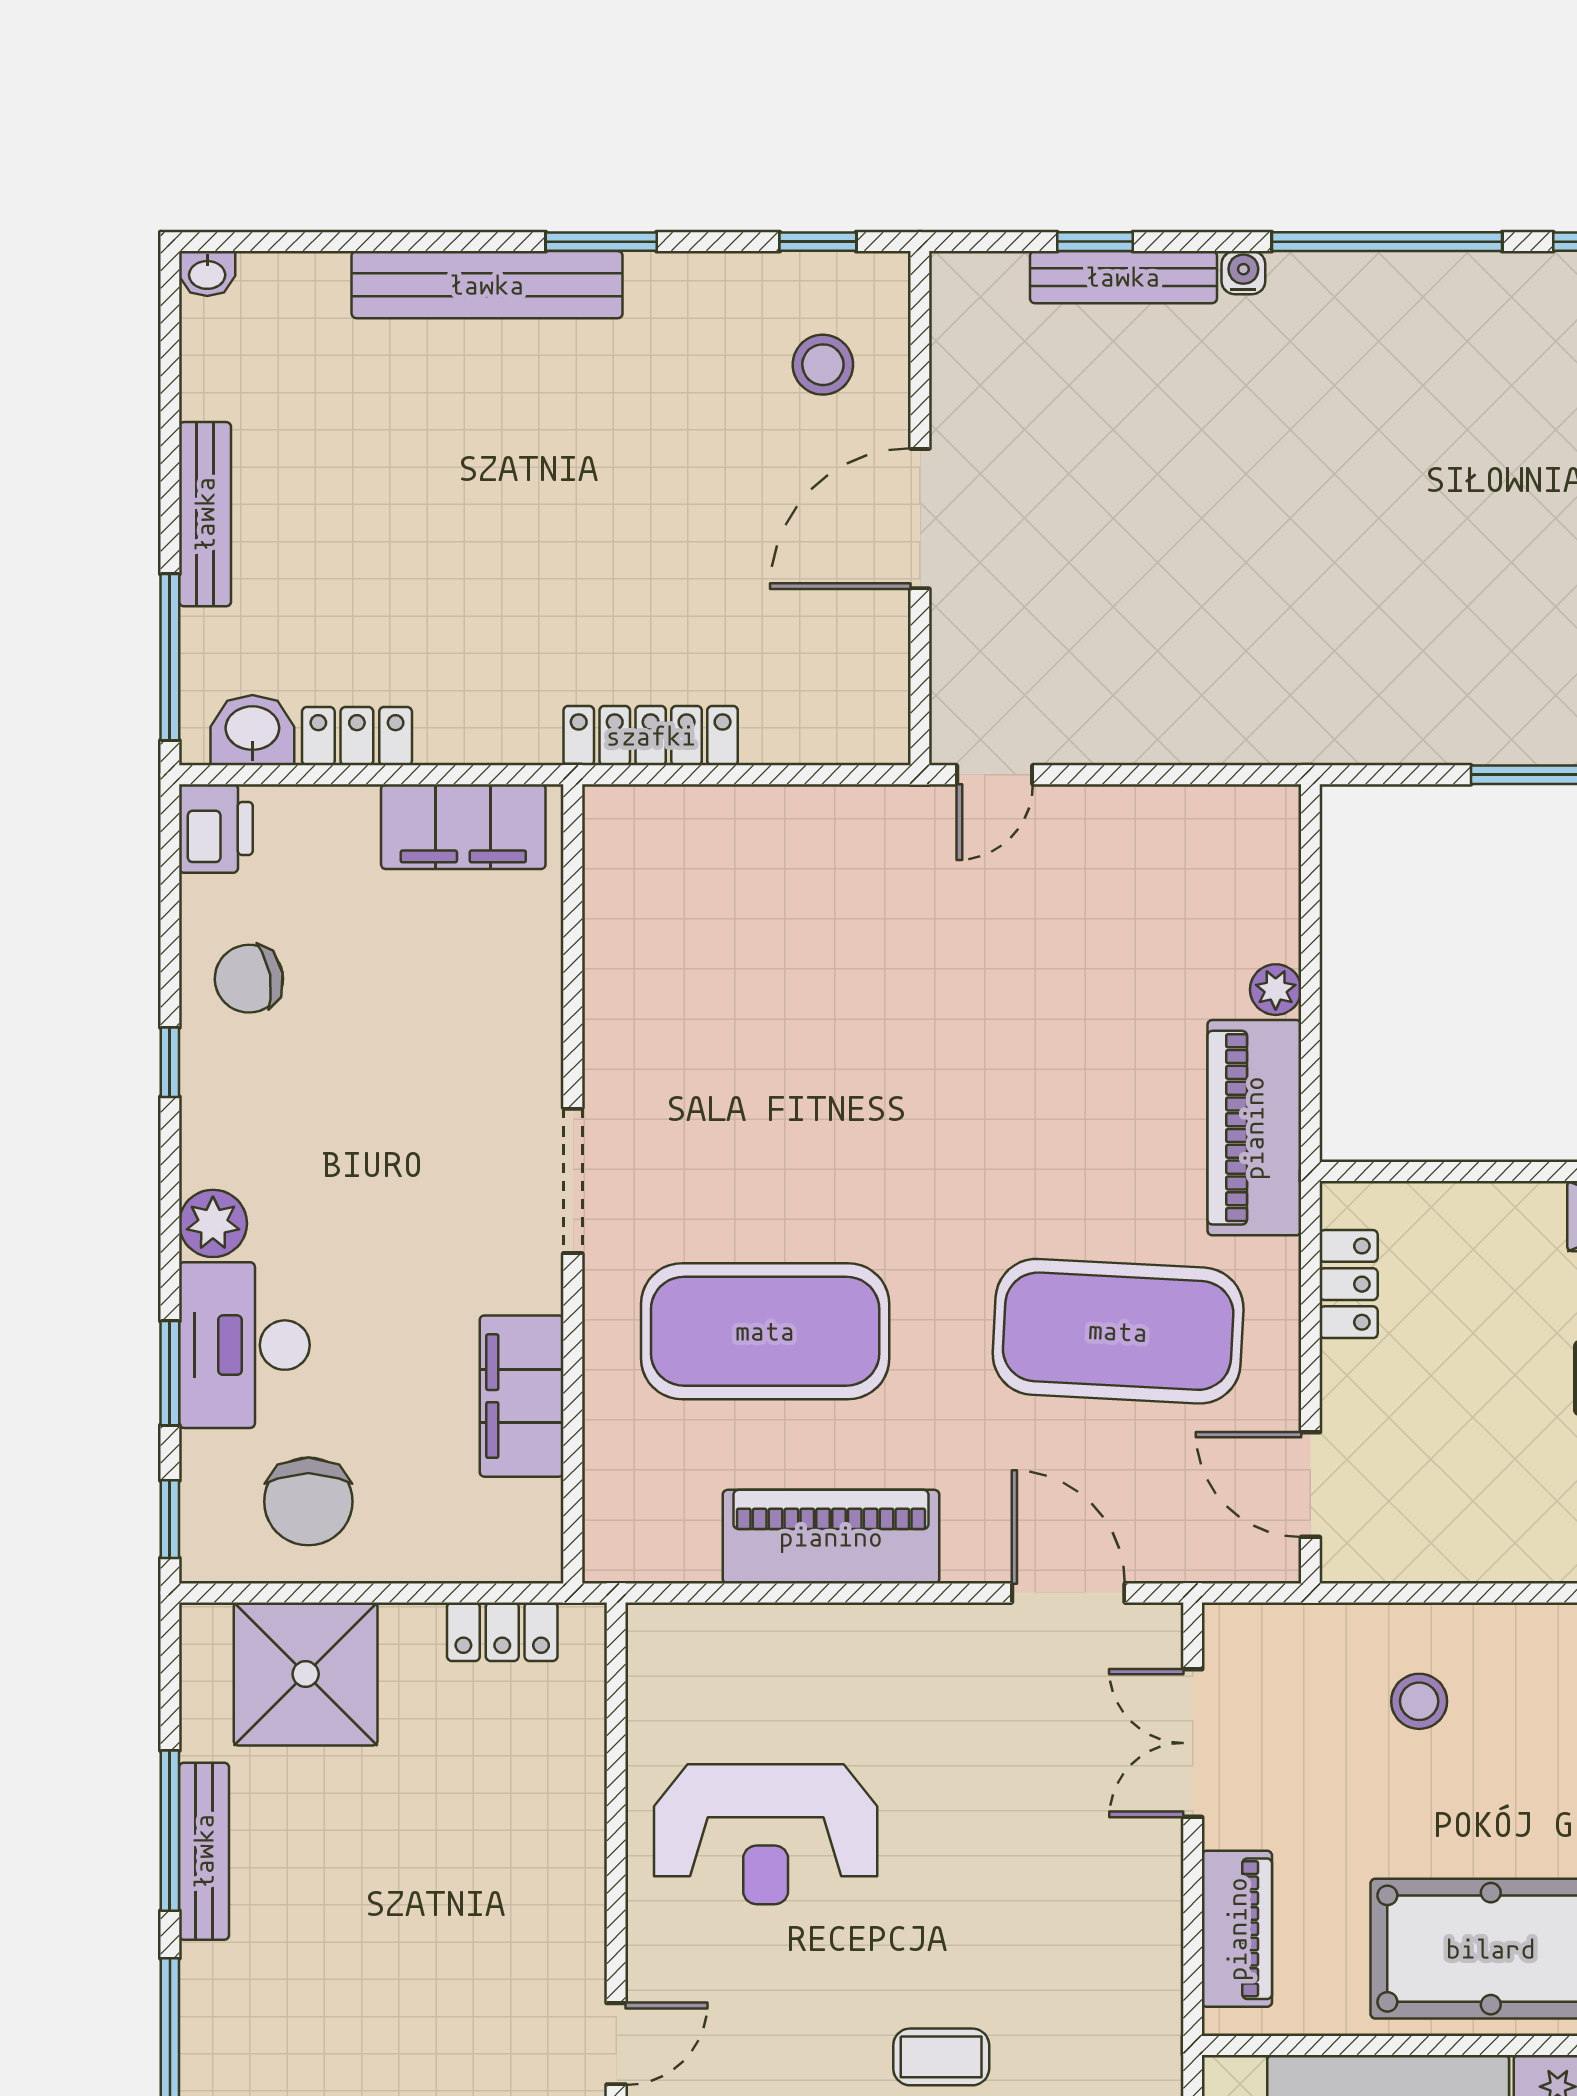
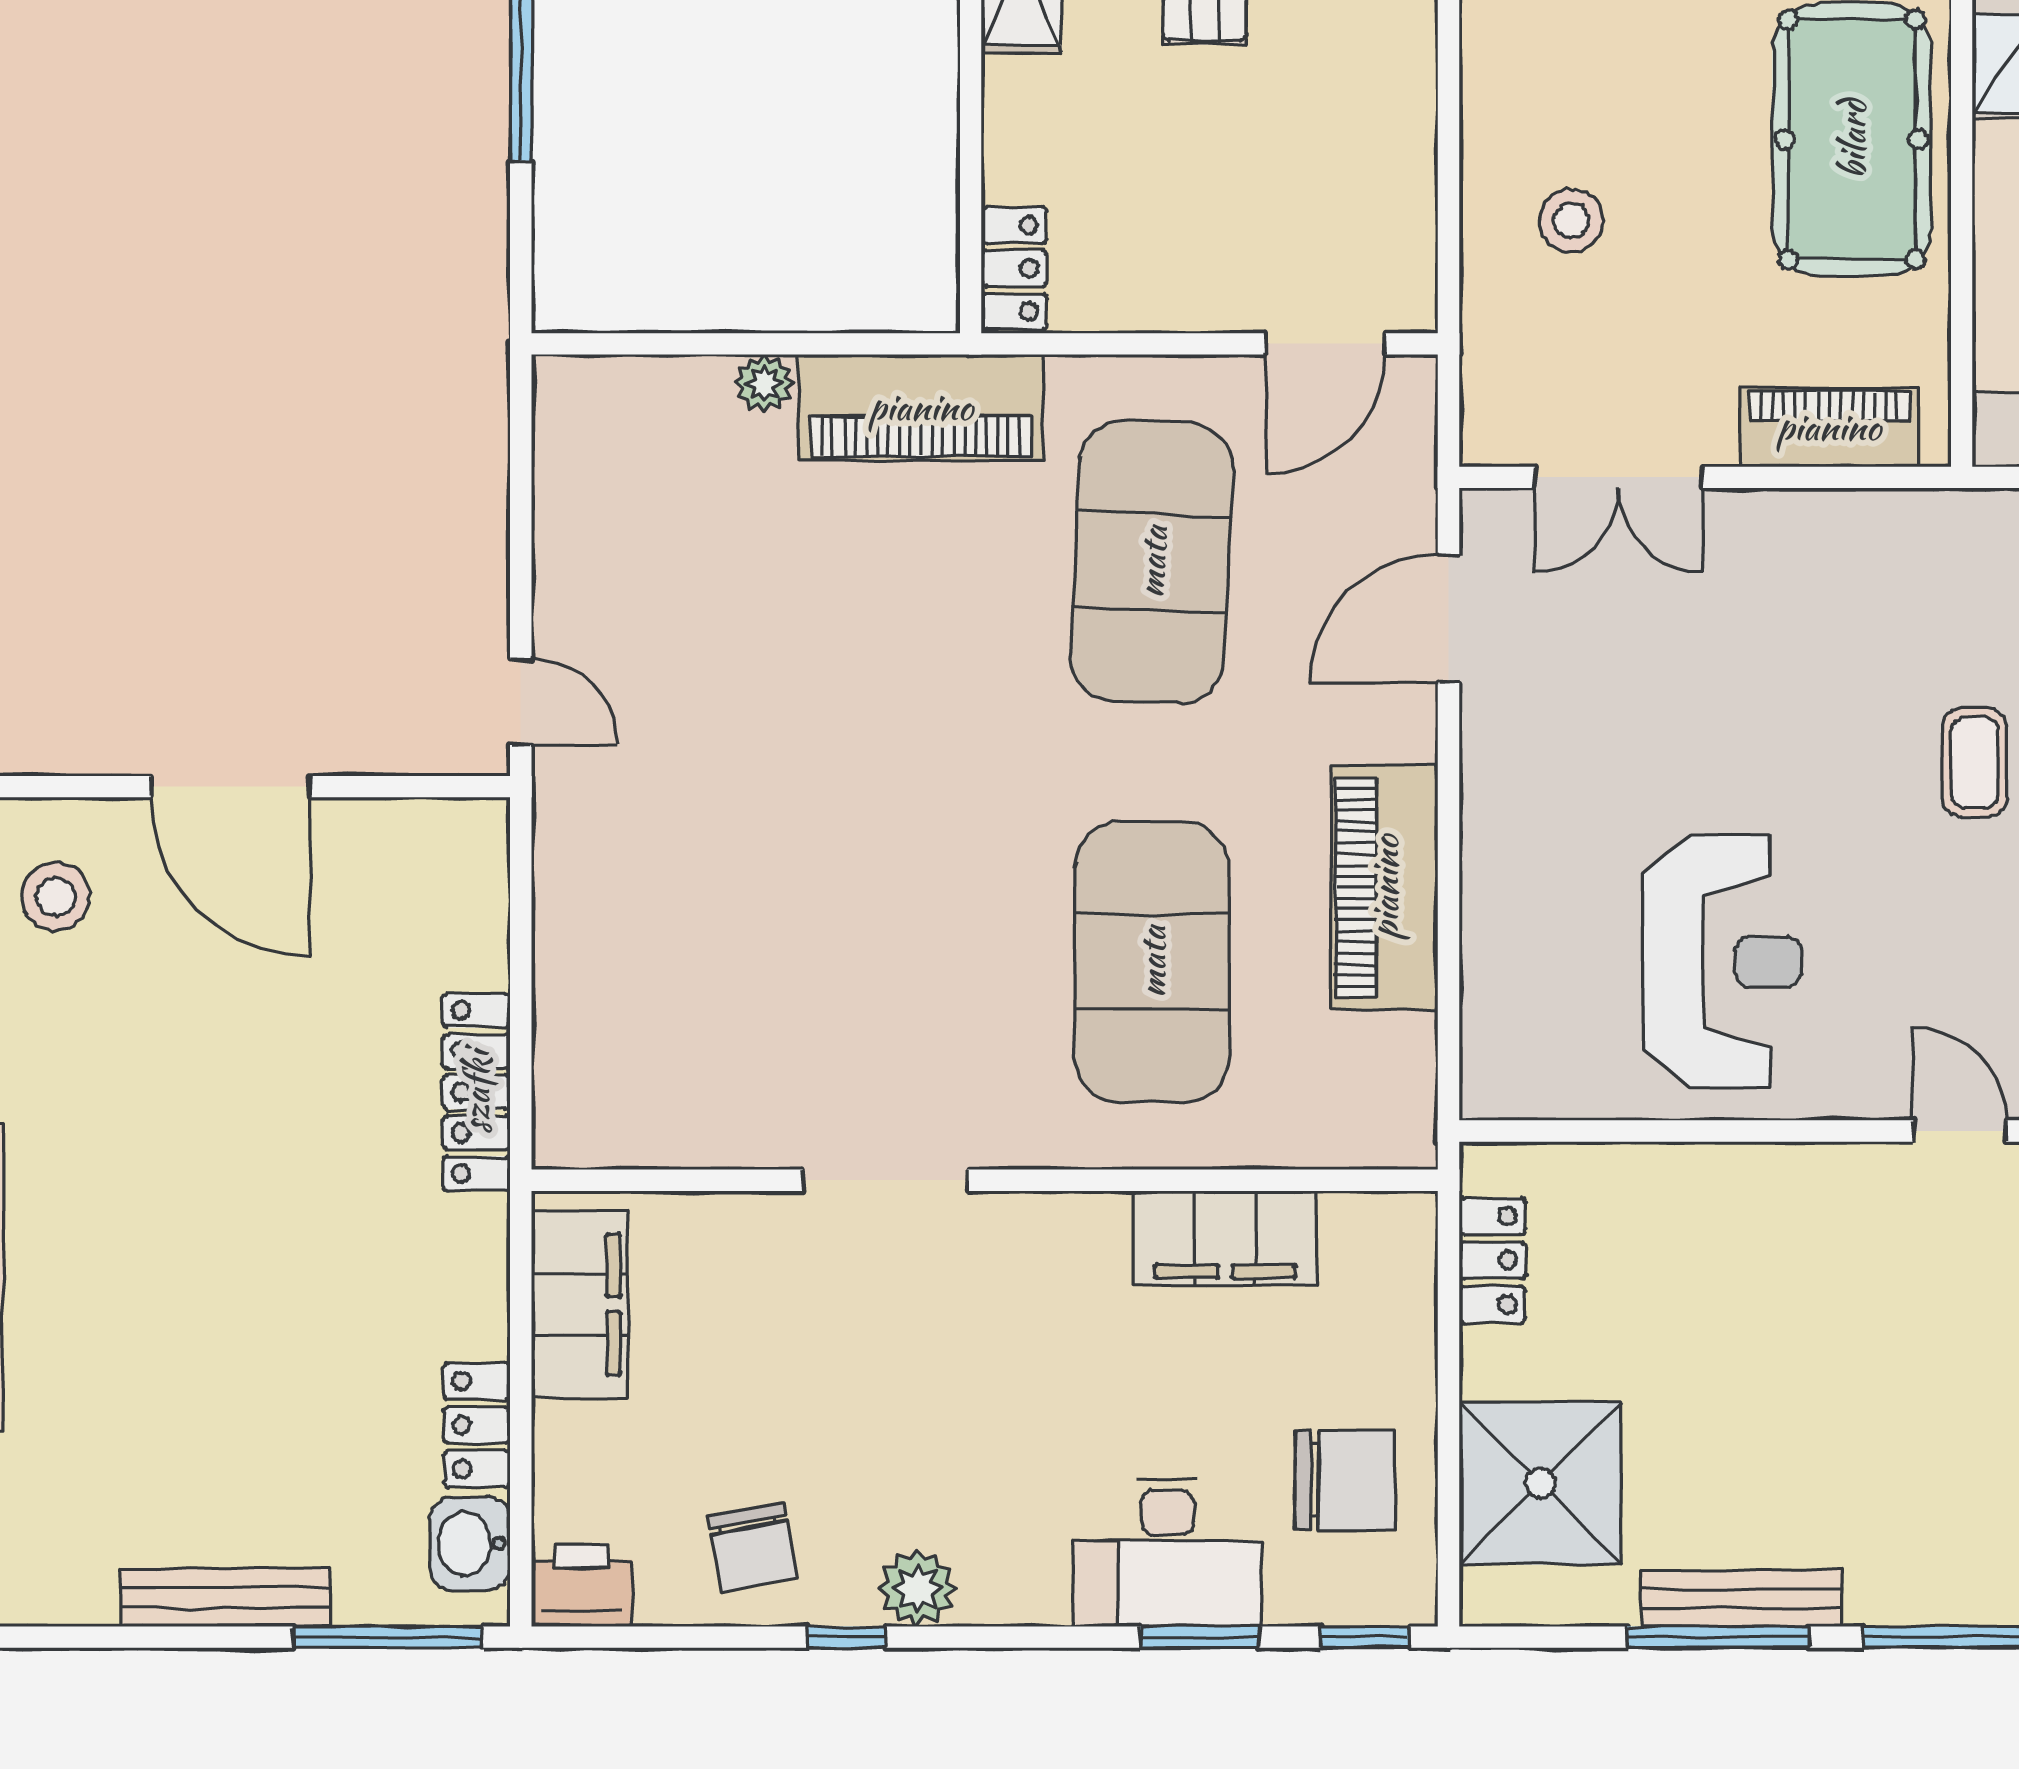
doorway: (573, 1181) -> (885, 1180), moved
plant: (213, 1223) -> (917, 1588), moved
locker: (1349, 1284) -> (1014, 268), moved, turned 90

